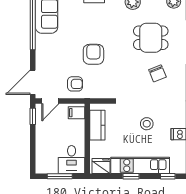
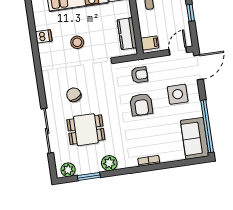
side table: (57, 59) -> (178, 94), added
armchair: (75, 84) -> (139, 75), moved, turned 180
window: (33, 116) -> (191, 13), moved

